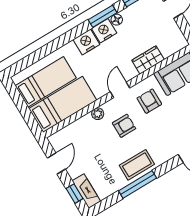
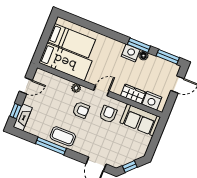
nightstand: (86, 42) -> (152, 101), moved, turned 180

